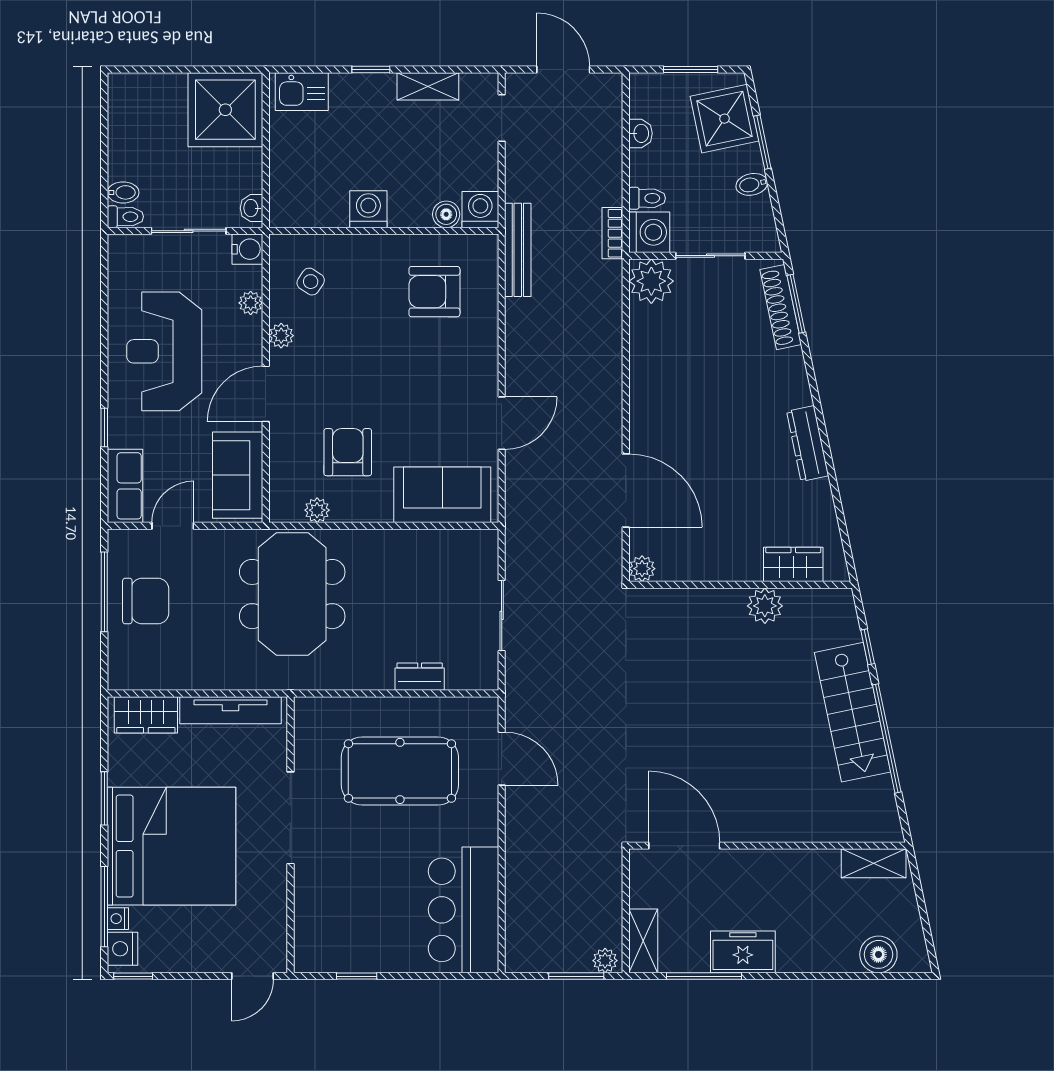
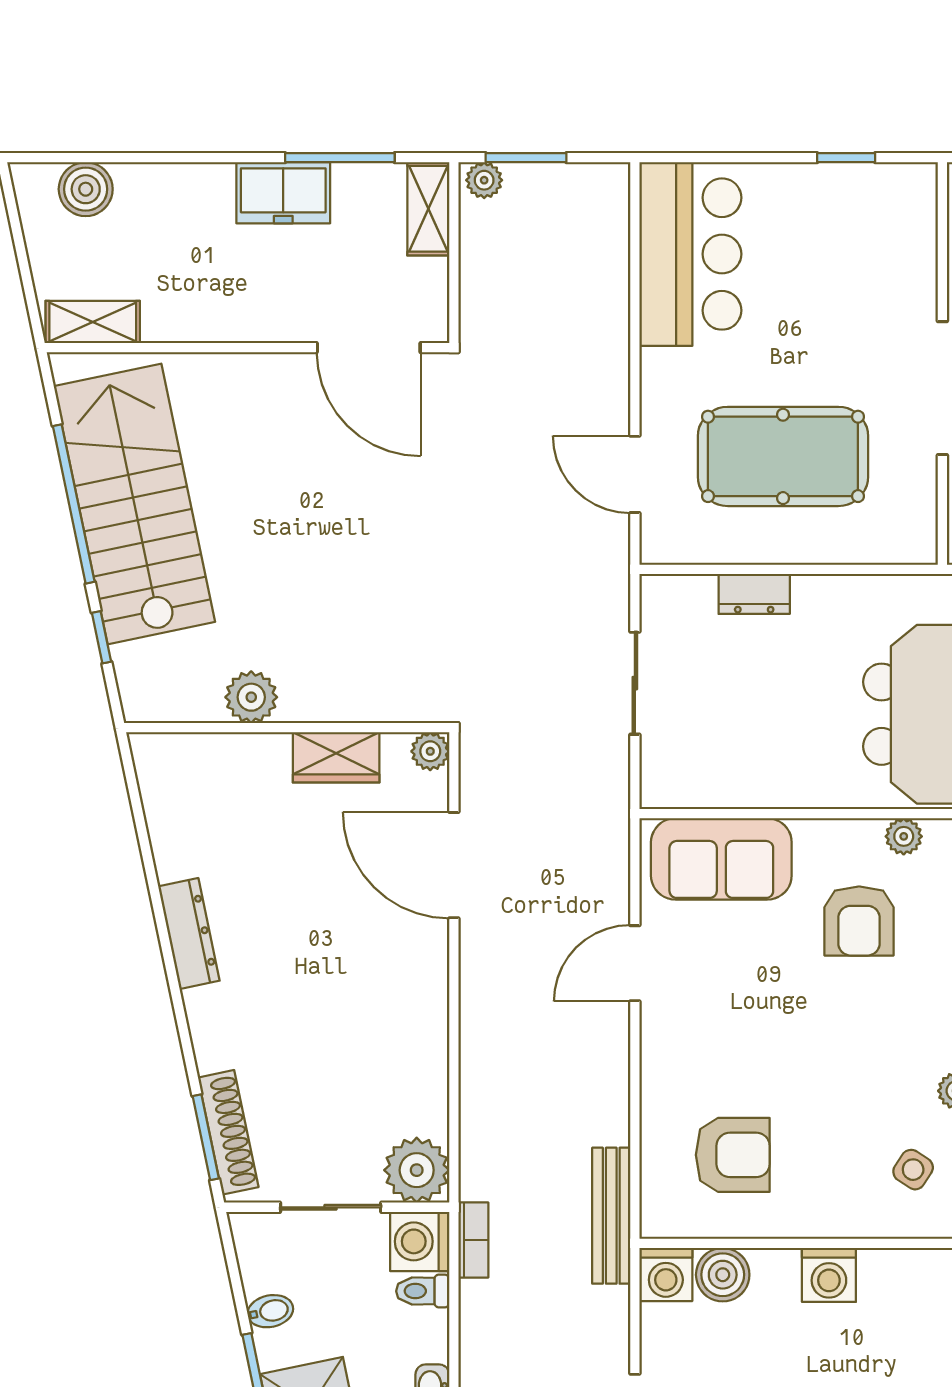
boiler: (446, 214) -> (723, 1275), width x1.36, depth x1.36
wardrobe: (793, 564) -> (336, 757), moved
stairs: (852, 712) -> (134, 504), width x1.36, depth x1.51

